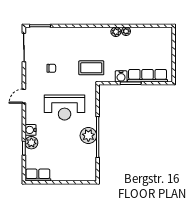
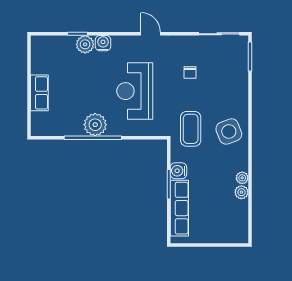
plant: (116, 32) -> (241, 192), moved
side table: (93, 41) -> (229, 131), added
row of seats: (38, 175) -> (39, 93), moved

